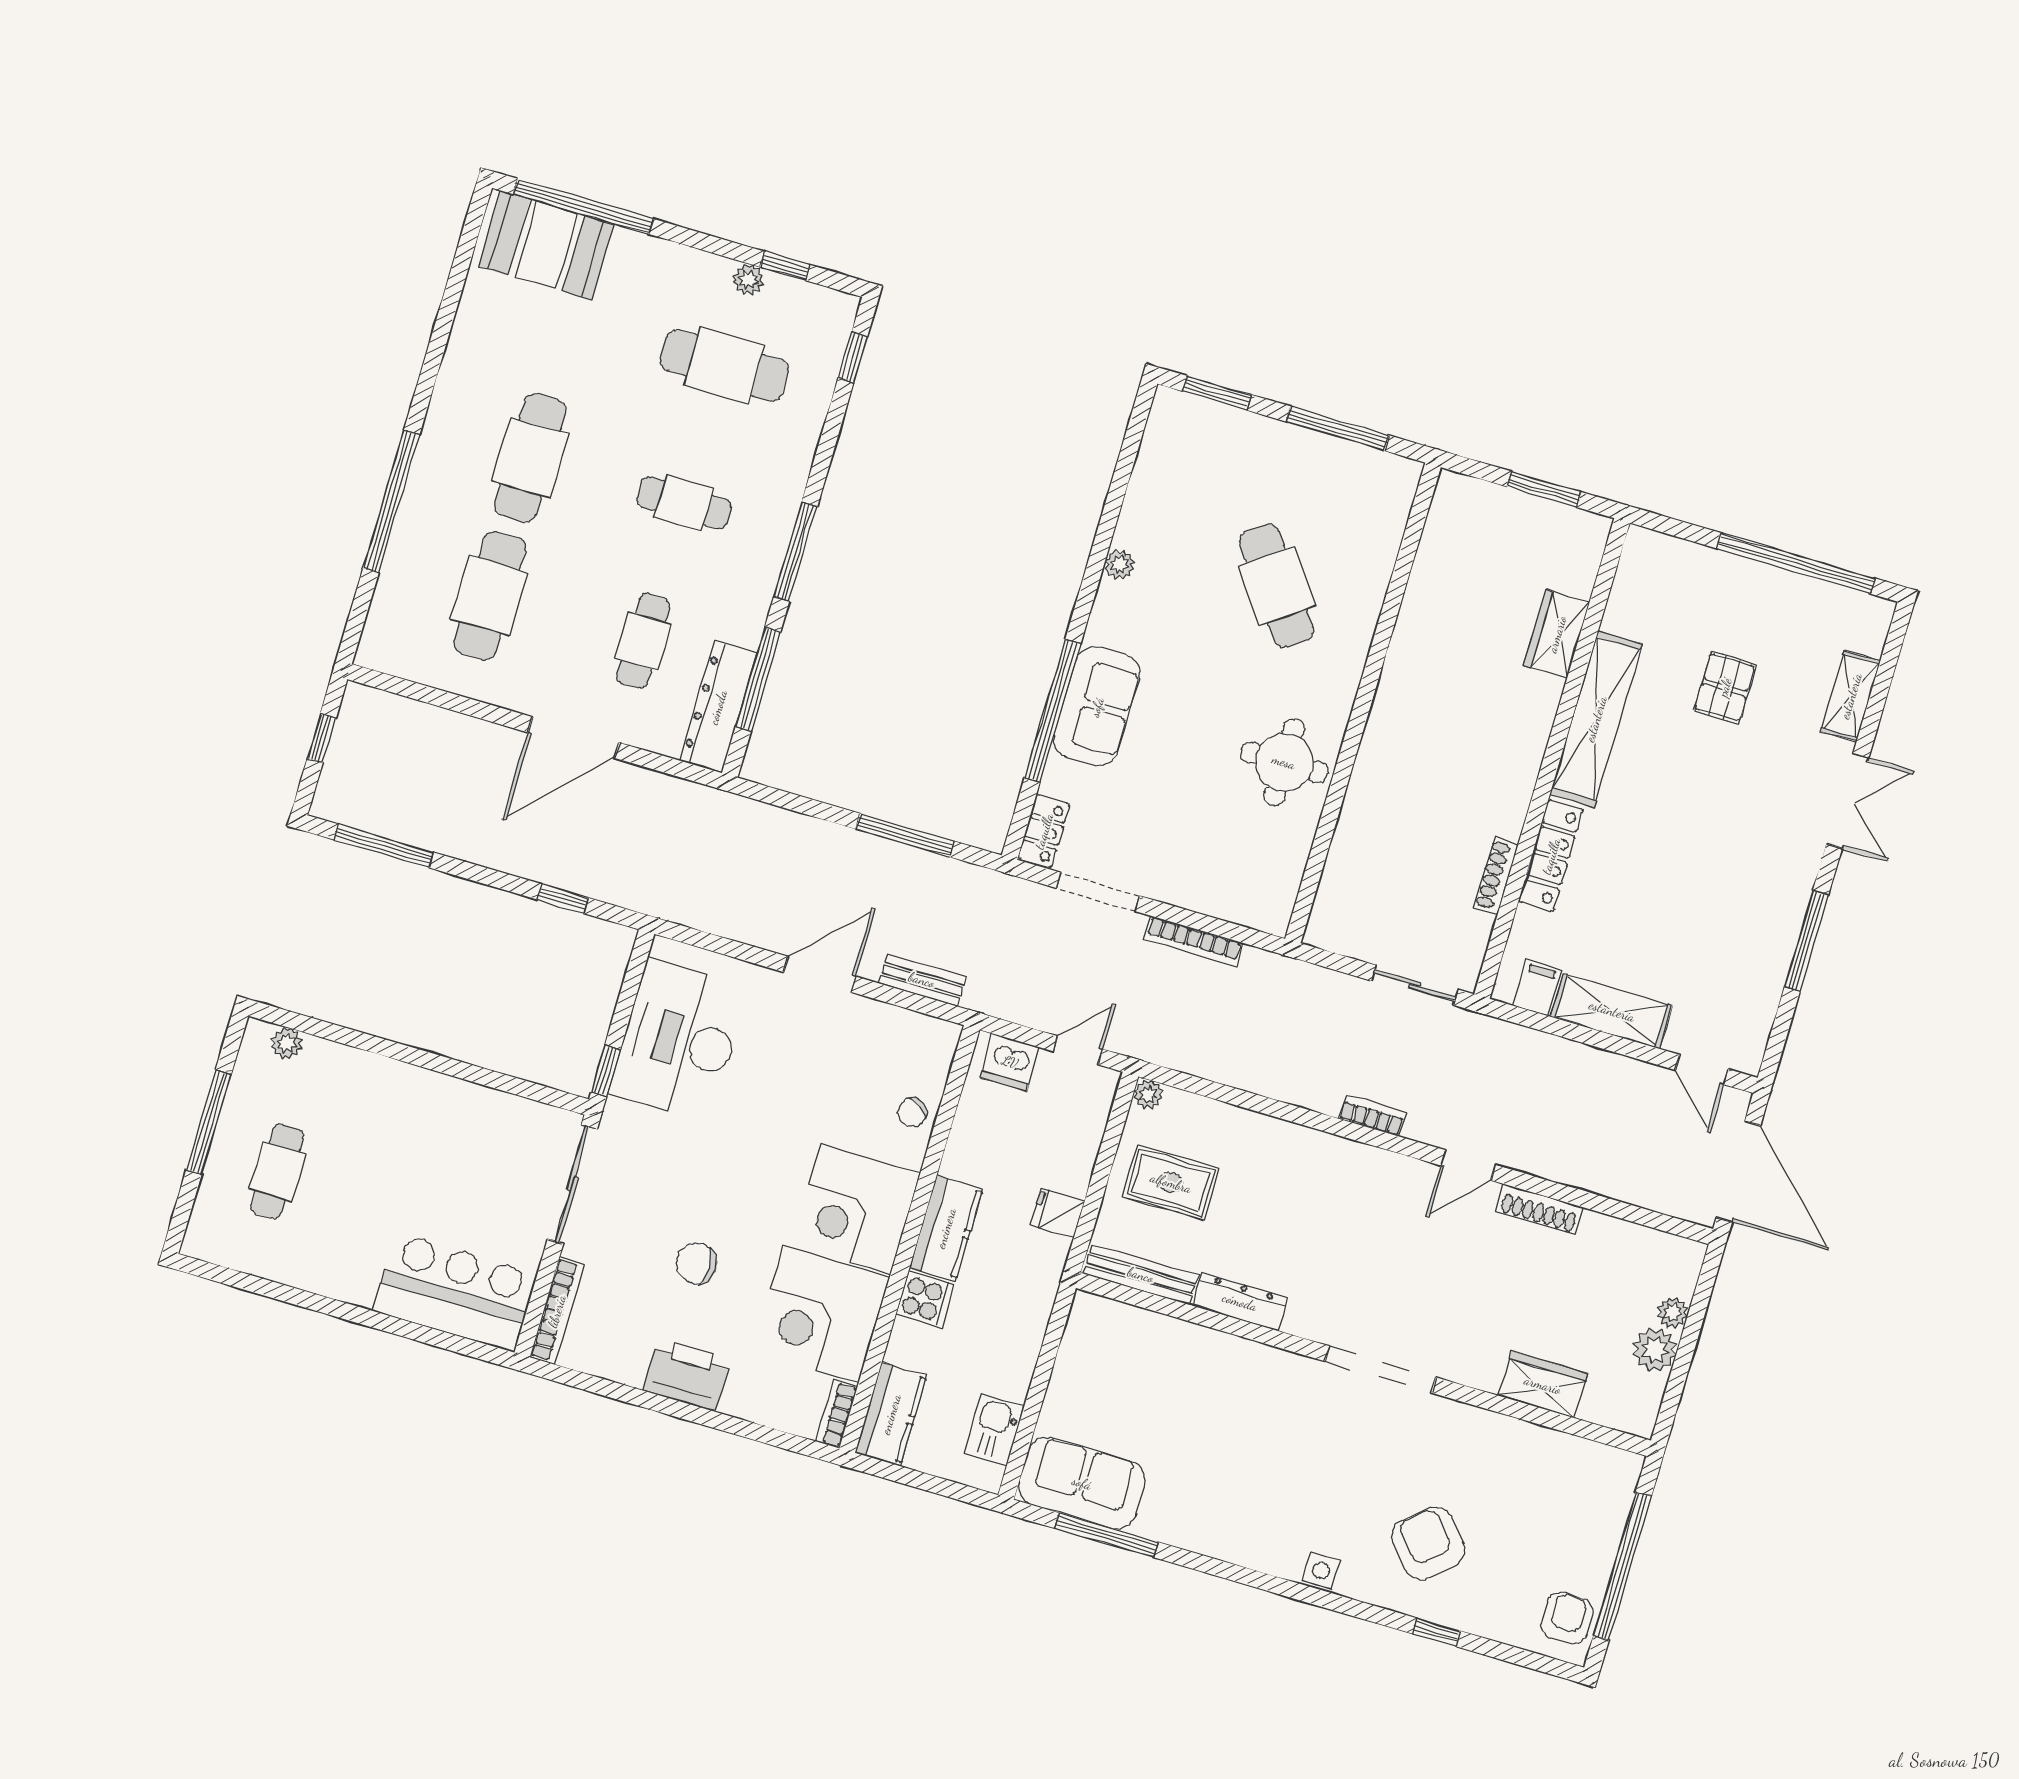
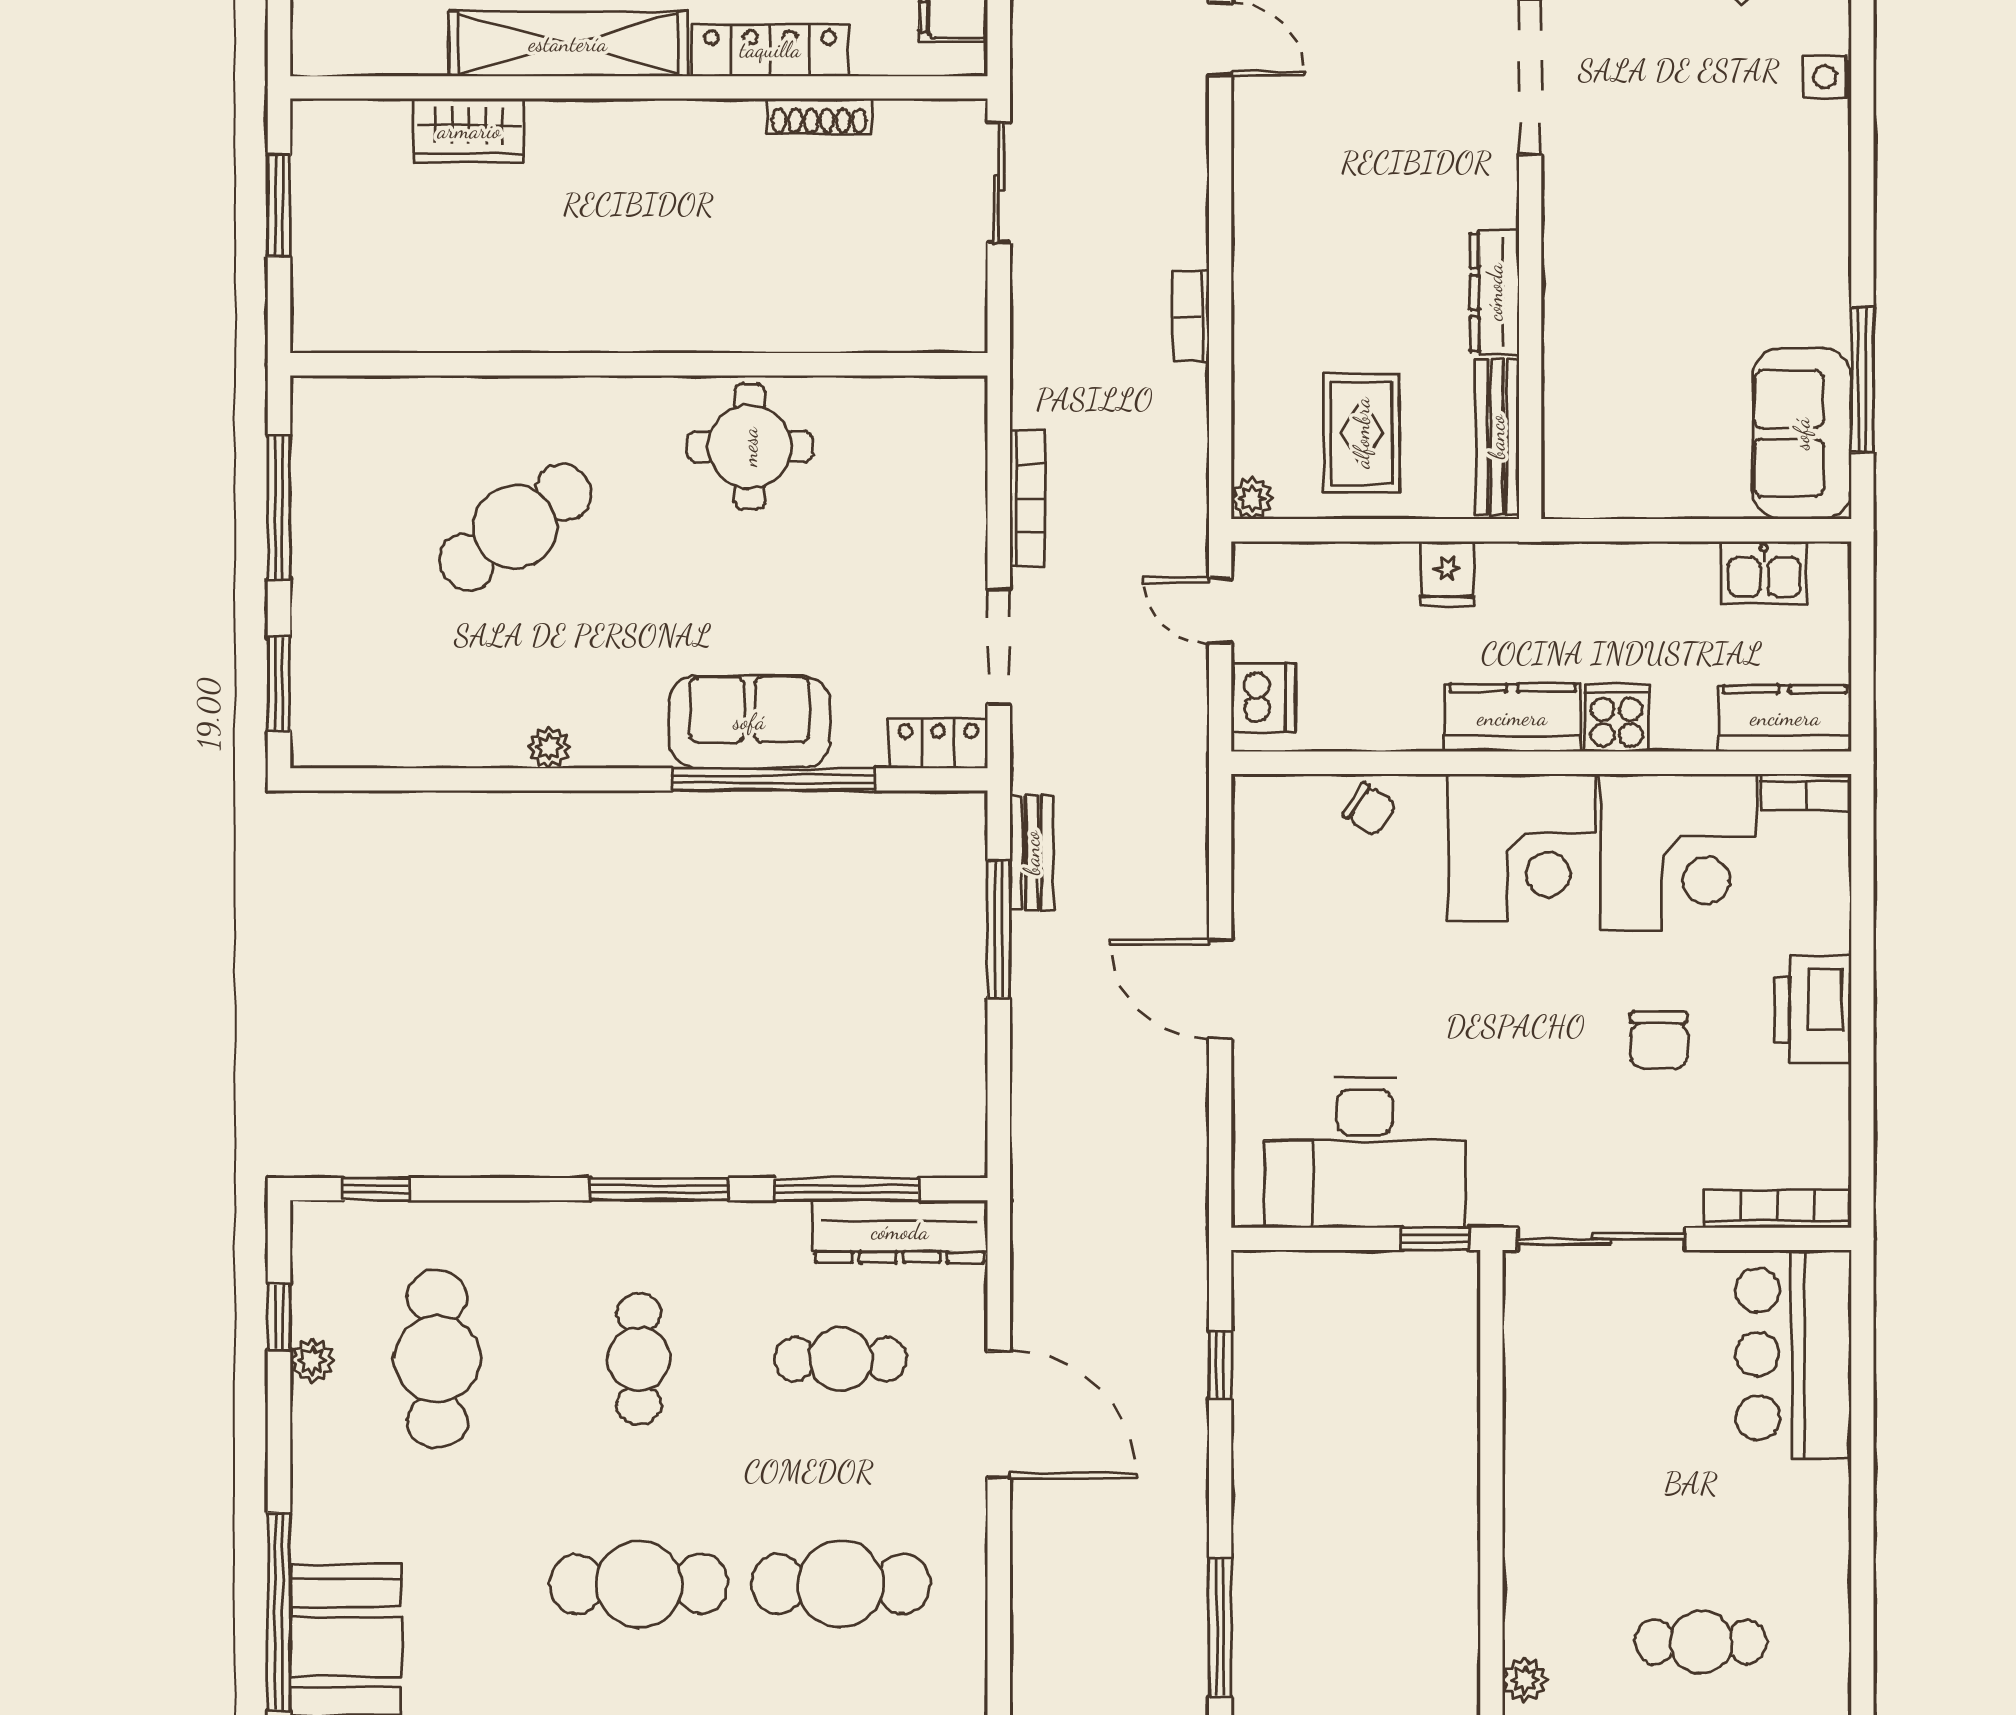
bench: (922, 980) -> (1032, 853), moved
bookcase: (1372, 1115) -> (1191, 317), moved

